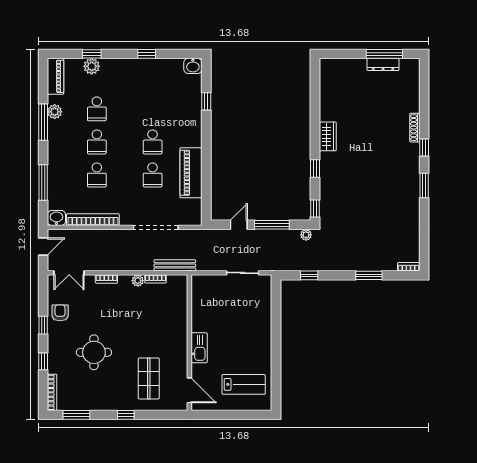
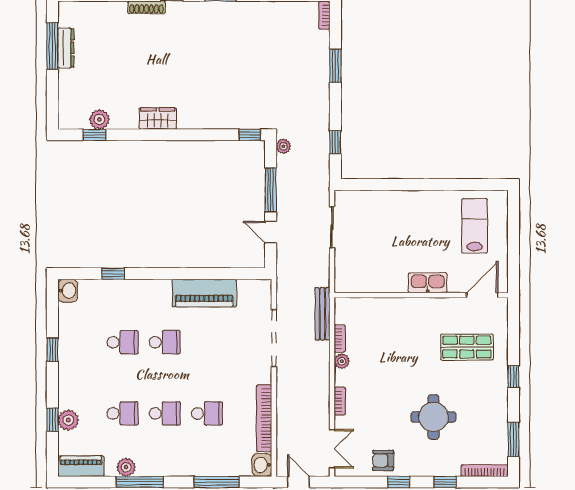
plant: (327, 91) -> (99, 119), added
window: (315, 169) -> (94, 135), moved
school desk: (153, 175) -> (123, 342), moved

